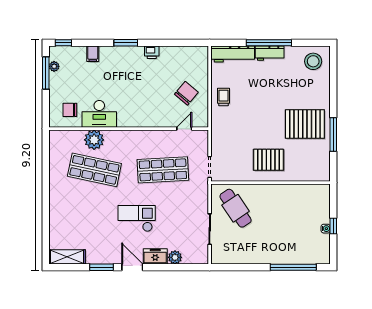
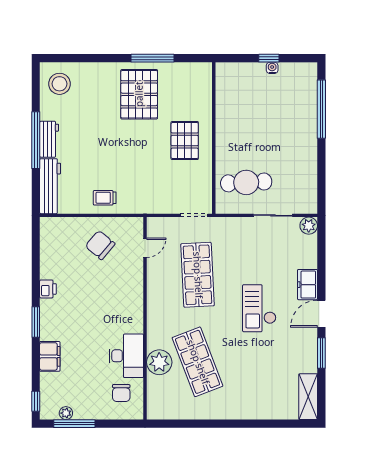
filing cabinet: (93, 54) -> (50, 356), width x2.00
door: (184, 129) -> (145, 248), swing flipped
shop shelf: (94, 170) -> (198, 362), turned -33
cafe table: (236, 208) -> (246, 182), turned 31
plant: (175, 257) -> (309, 226), moved

